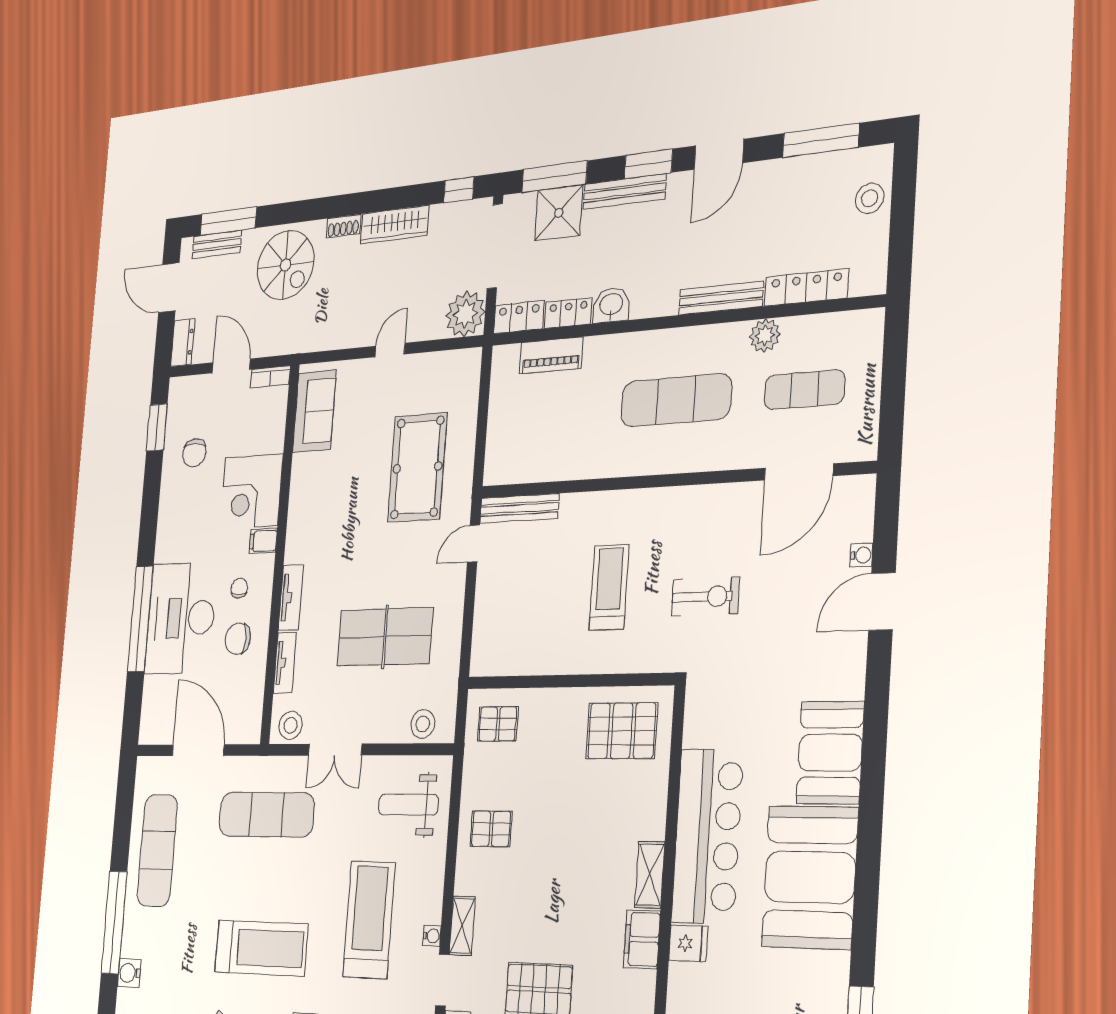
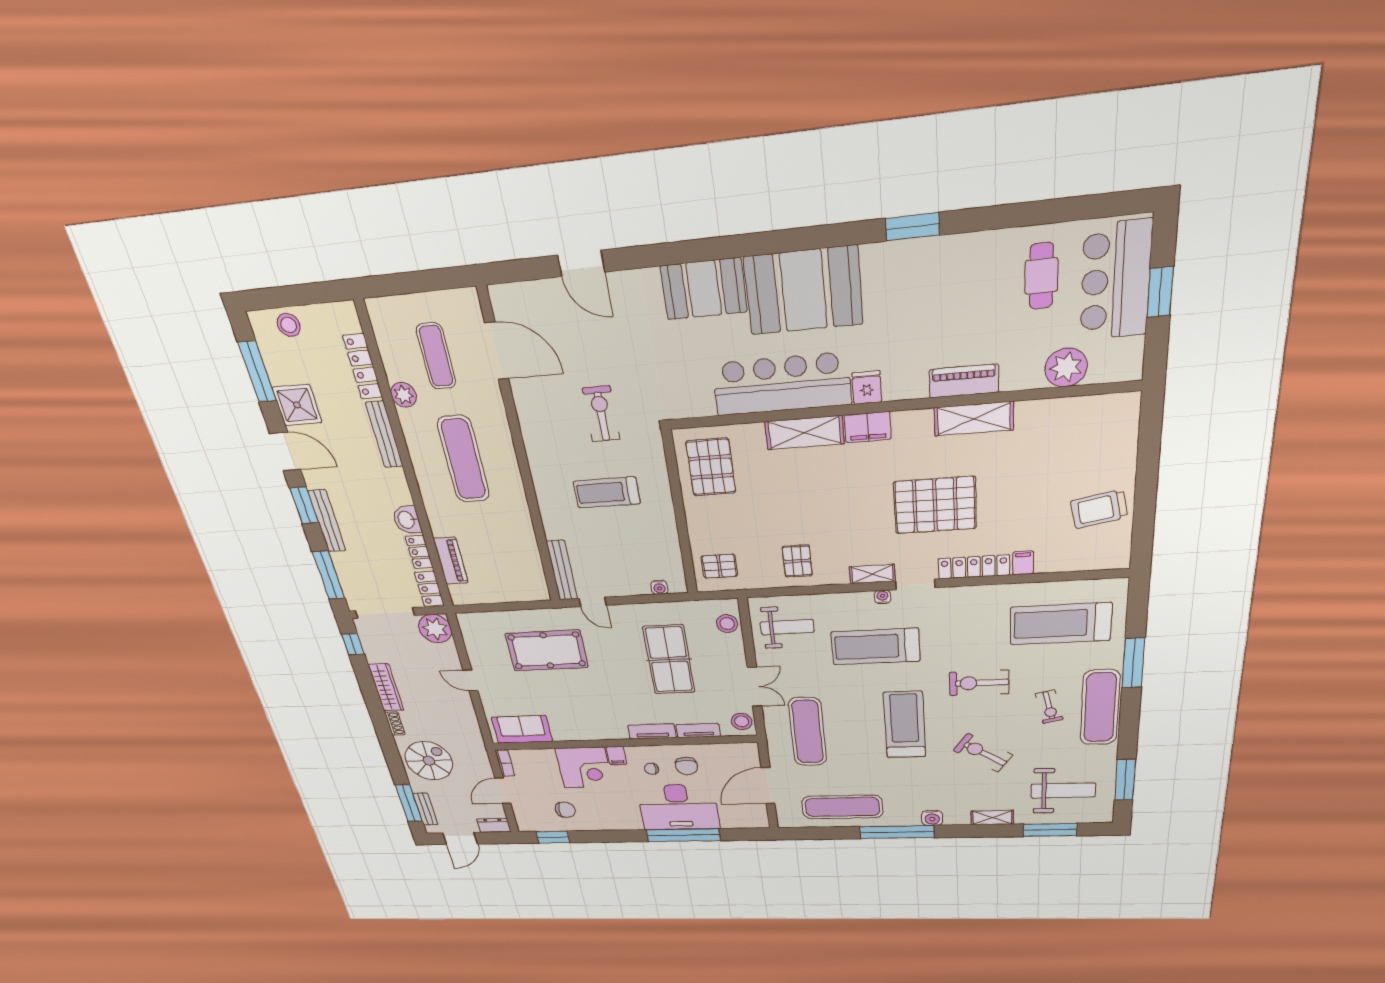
shower: (559, 213) -> (297, 405), moved
water cooler: (861, 555) -> (659, 587), moved, turned 180
pallet: (498, 724) -> (719, 566), turned 90
weight bench: (408, 805) -> (787, 627), turned -90
shelving: (650, 875) -> (805, 433), width x1.50, depth x1.33

